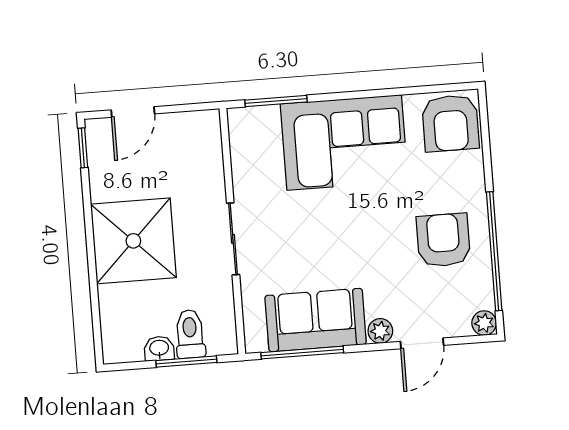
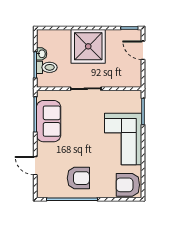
plant: (484, 323) -> (42, 193), removed
plant: (380, 331) -> (42, 148), removed

